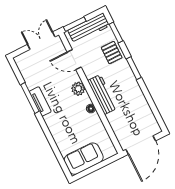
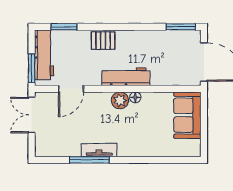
pallet: (112, 53) -> (103, 41), moved
window: (134, 68) -> (181, 27), moved
plant: (78, 89) -> (120, 100), moved
sofa: (84, 159) -> (187, 115), moved

